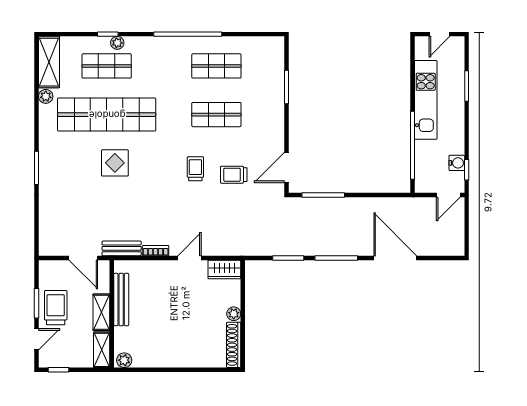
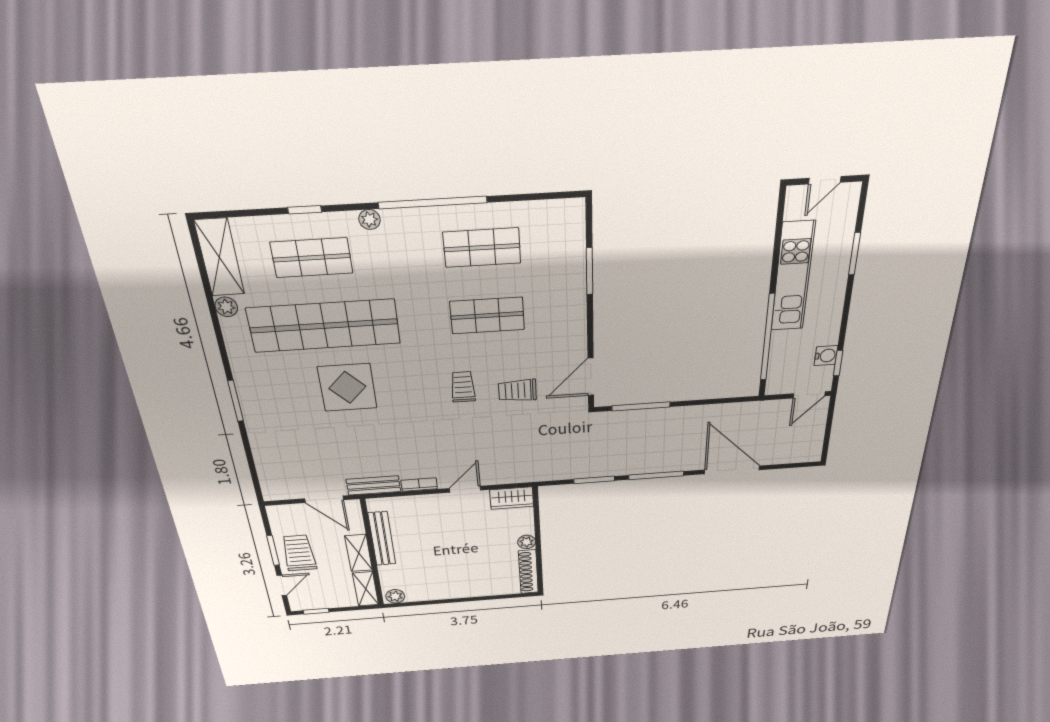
plant: (117, 43) -> (370, 219), moved
display table: (115, 163) -> (347, 387), width x1.36, depth x1.36

